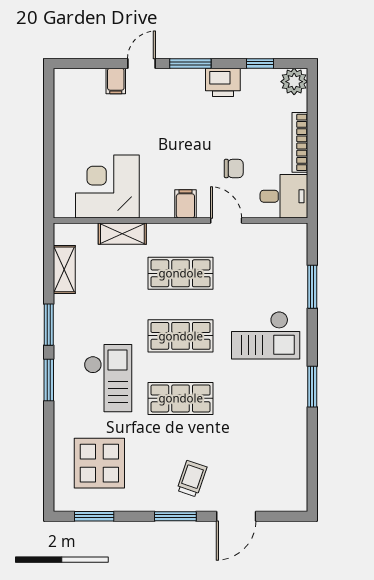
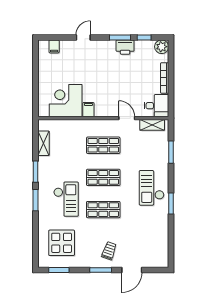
window: (190, 63) -> (120, 37), moved
filing cabinet: (116, 81) -> (54, 46), moved
chair: (234, 168) -> (131, 91), removed
filing cabinet: (185, 204) -> (88, 110), moved
shelving: (122, 234) -> (152, 125), moved
checkout: (266, 335) -> (152, 188), moved, turned 90

